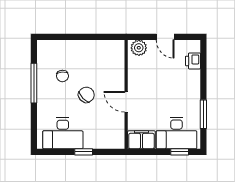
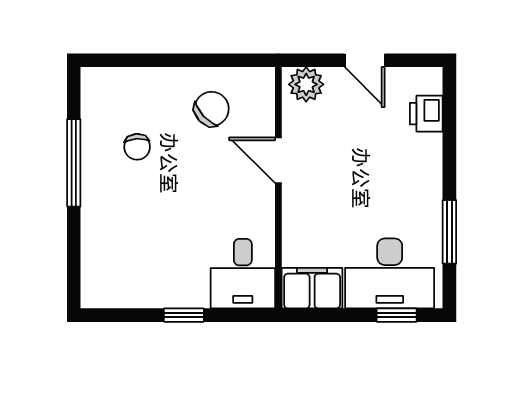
chair: (86, 95) -> (212, 109), moved
door: (126, 102) -> (278, 160), moved
desk: (63, 133) -> (243, 274), moved, width x0.73

